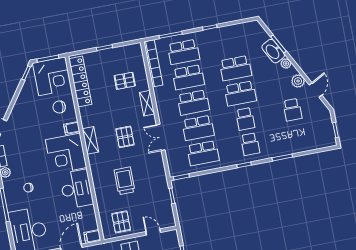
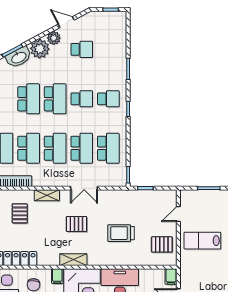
plant: (286, 64) -> (40, 49), width x1.88, depth x1.88

